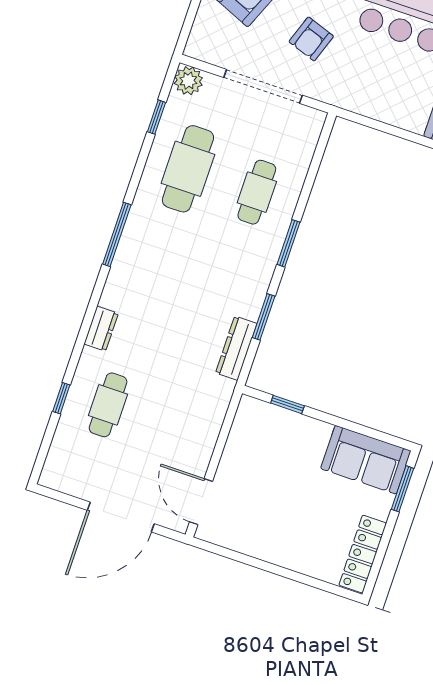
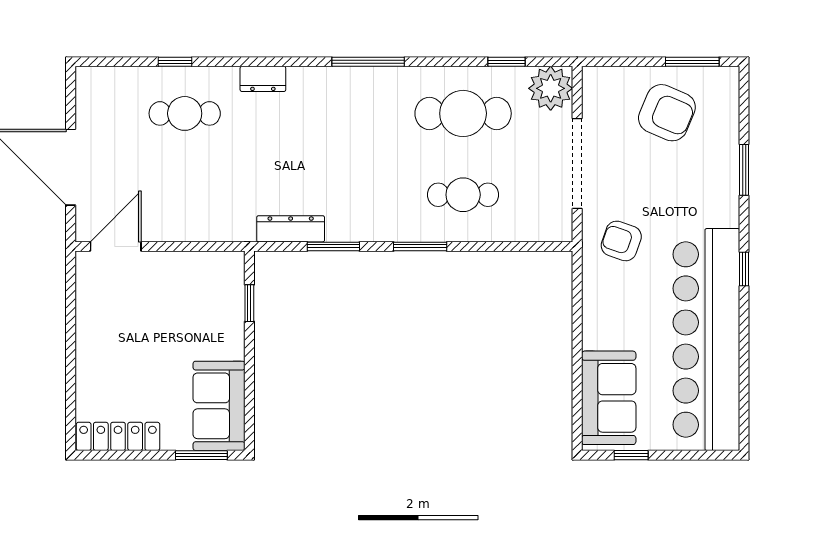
armchair: (311, 39) -> (621, 241), moved
plant: (188, 81) -> (551, 88), width x1.36, depth x1.36

